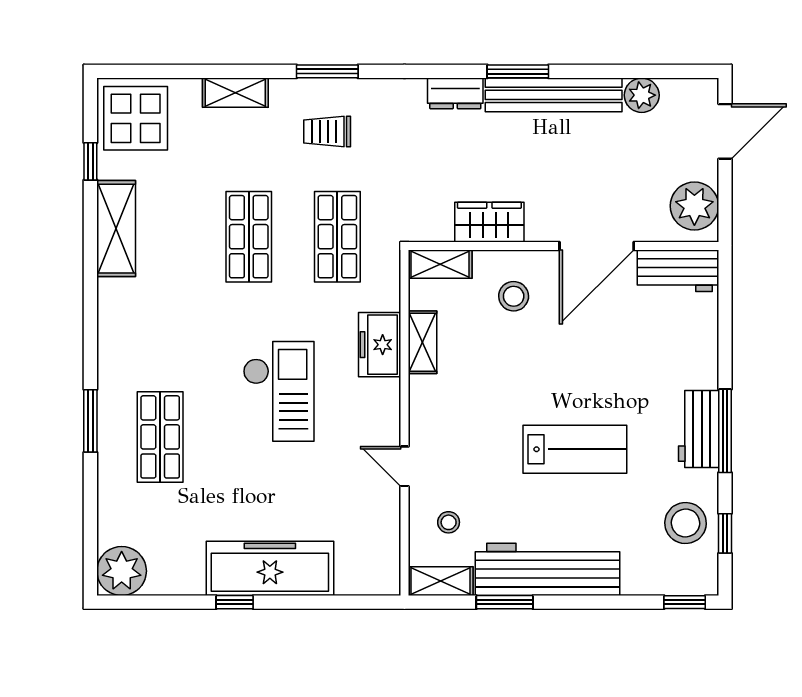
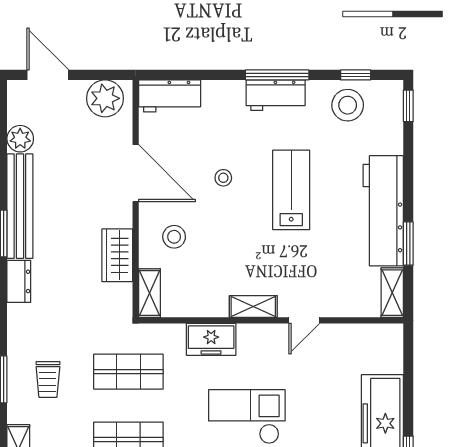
workbench: (678, 271) -> (170, 96), moved, turned 90
shelving: (422, 342) -> (253, 307), moved
stool: (449, 522) -> (223, 178), moved

